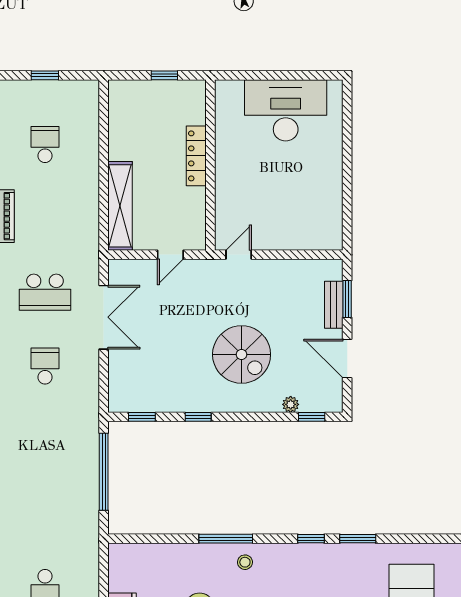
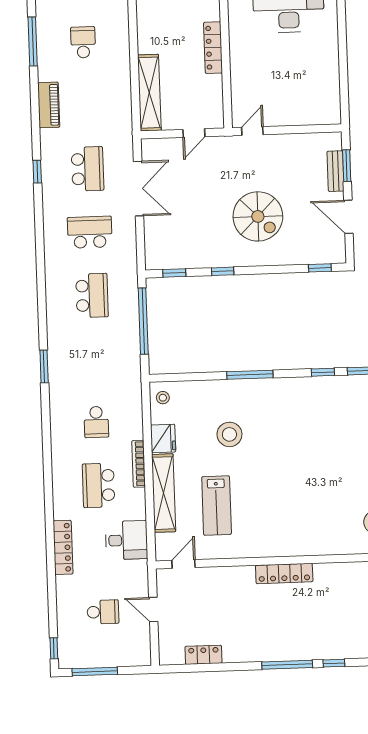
school desk: (45, 292) -> (88, 169), turned -90
school desk: (45, 366) -> (90, 232), width x1.85
plant: (291, 404) -> (301, 258), removed
school desk: (45, 440) -> (92, 295), added
stool: (245, 562) -> (163, 398), moved

